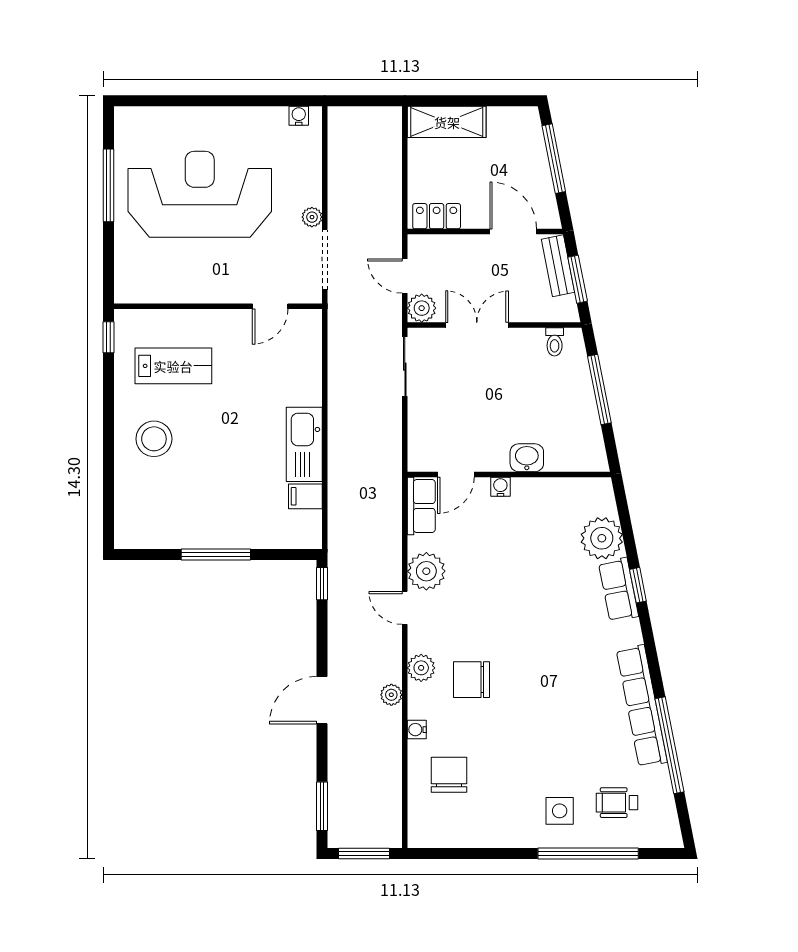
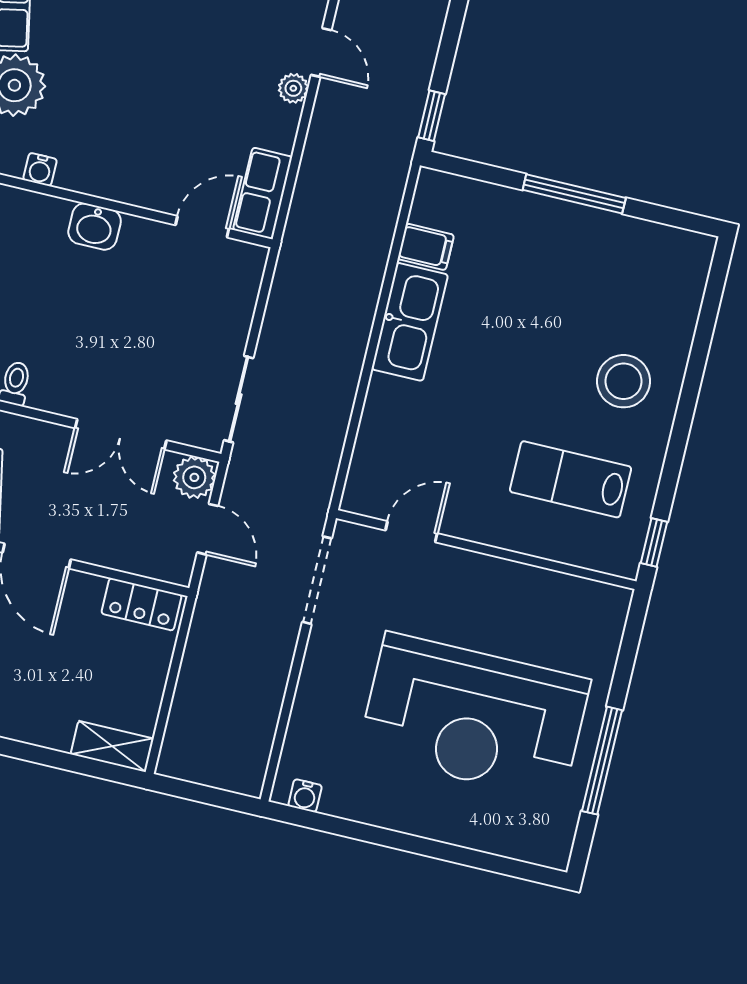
shelving: (447, 122) -> (112, 746), width x0.67, depth x0.75
plant: (312, 217) -> (321, 646), removed
water cooler: (500, 487) -> (40, 170), moved
plant: (426, 571) -> (293, 88), width x0.53, depth x0.53

